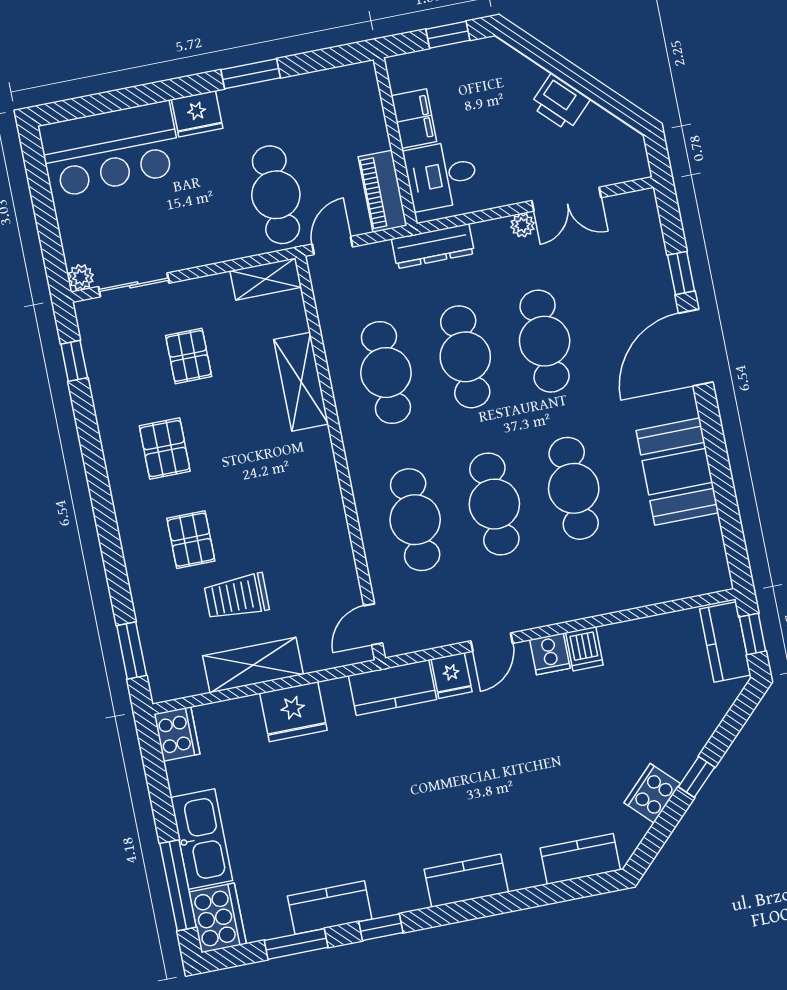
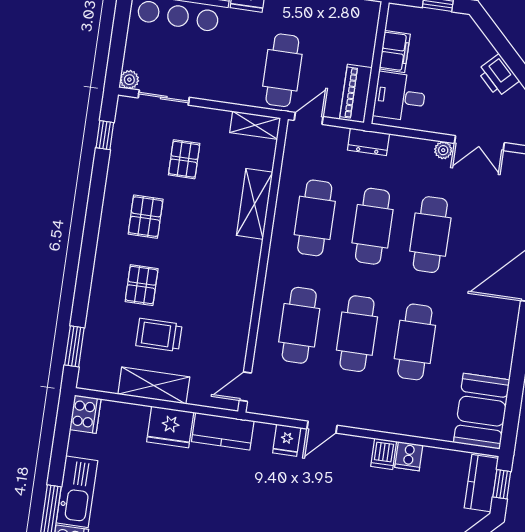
dresser: (433, 246) -> (368, 142), width x0.70
booth: (677, 472) -> (482, 411), moved
cooker: (550, 654) -> (409, 456), moved
kitchen counter: (392, 688) -> (223, 431), moved

